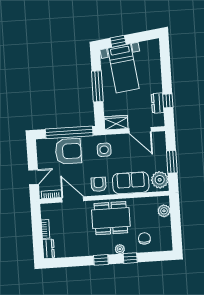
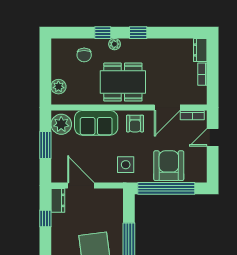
dresser: (158, 103) -> (58, 200), moved
wardrobe: (116, 123) -> (109, 196), removed
armchair: (68, 151) -> (169, 166), turned 90
door: (73, 199) -> (167, 108), hinge flipped

